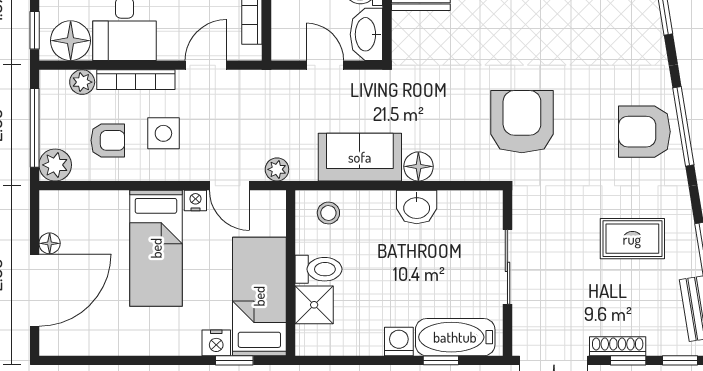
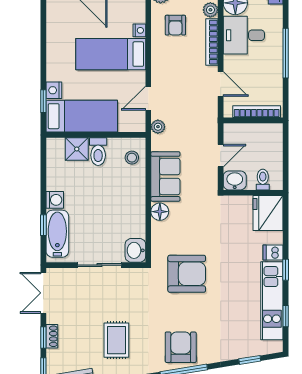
washbasin: (366, 34) -> (235, 180), width x0.72
side table: (163, 133) -> (180, 59), removed
nightstand: (195, 200) -> (139, 30), moved
washbasin: (417, 207) -> (135, 250), moved
shoe rack: (618, 346) -> (52, 336), width x0.70

